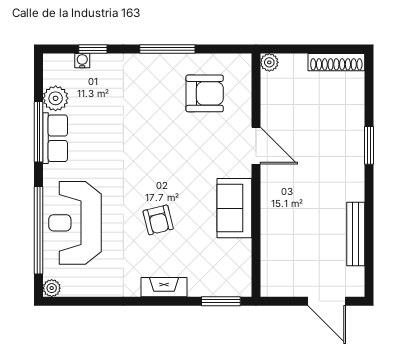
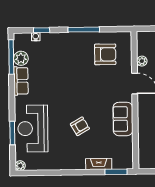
plant: (269, 62) -> (142, 61), moved
window: (39, 132) -> (11, 57), moved
armchair: (158, 220) -> (80, 126), turned -106
window: (39, 230) -> (12, 133), width x0.47
fireplace: (164, 287) -> (99, 164), moved

